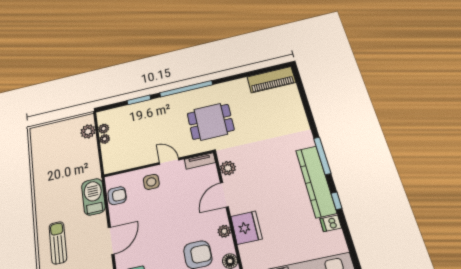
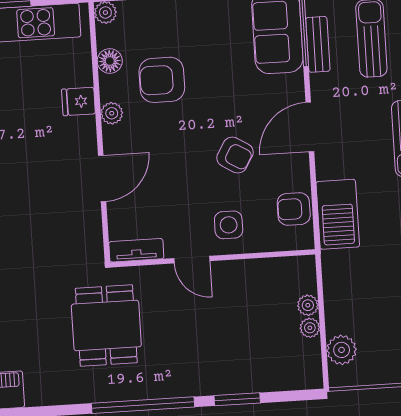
dining table: (211, 122) -> (106, 325), turned 90
plant: (104, 129) -> (308, 305), moved
plant: (228, 168) -> (88, 227), removed
armchair: (151, 219) -> (235, 155), added
fridge: (246, 228) -> (78, 101), width x0.53, depth x0.75

